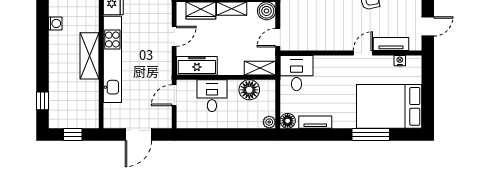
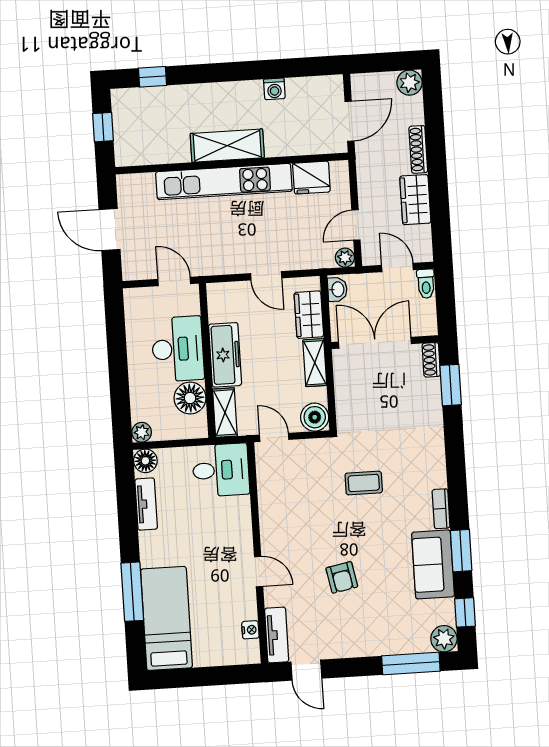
tv unit: (391, 44) -> (277, 635), moved
freezer: (197, 66) -> (225, 355), moved
desk: (212, 96) -> (178, 349), width x1.37
bed: (389, 106) -> (166, 618), width x0.67

